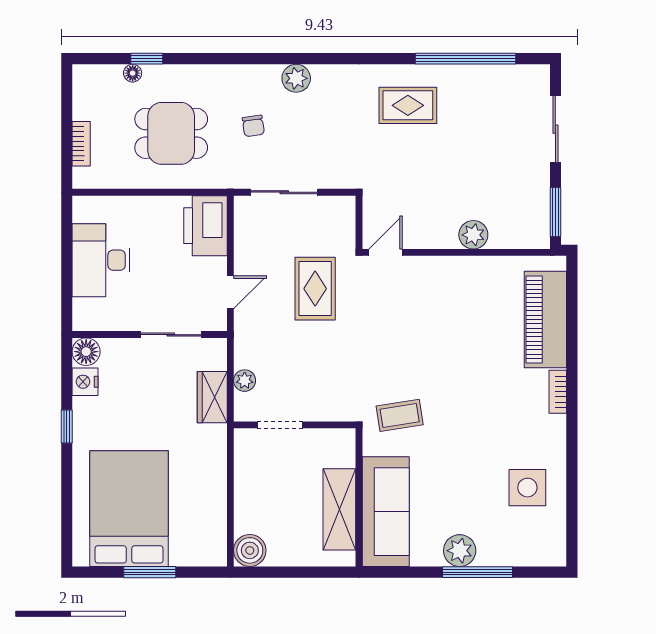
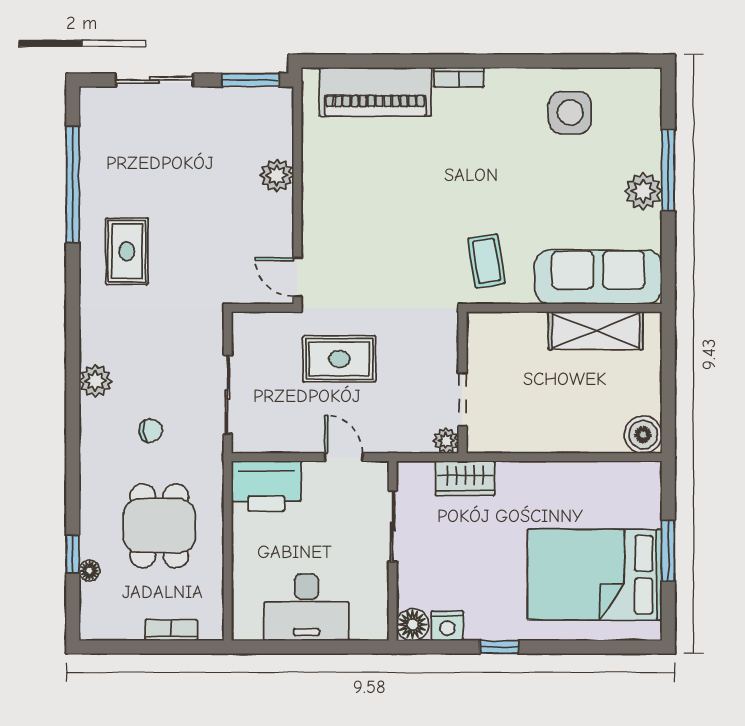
doorway: (280, 425) -> (462, 399), moved
wall: (295, 425) -> (462, 383), moved

